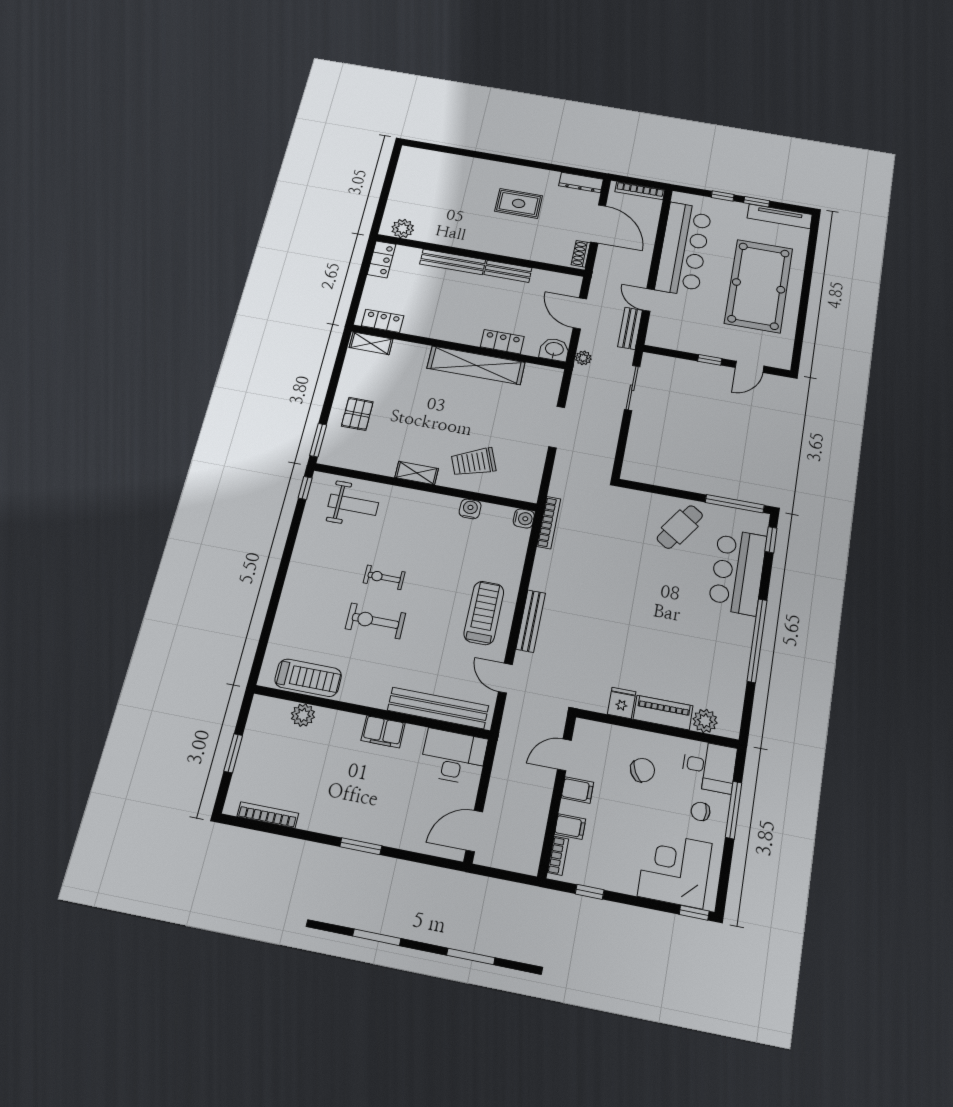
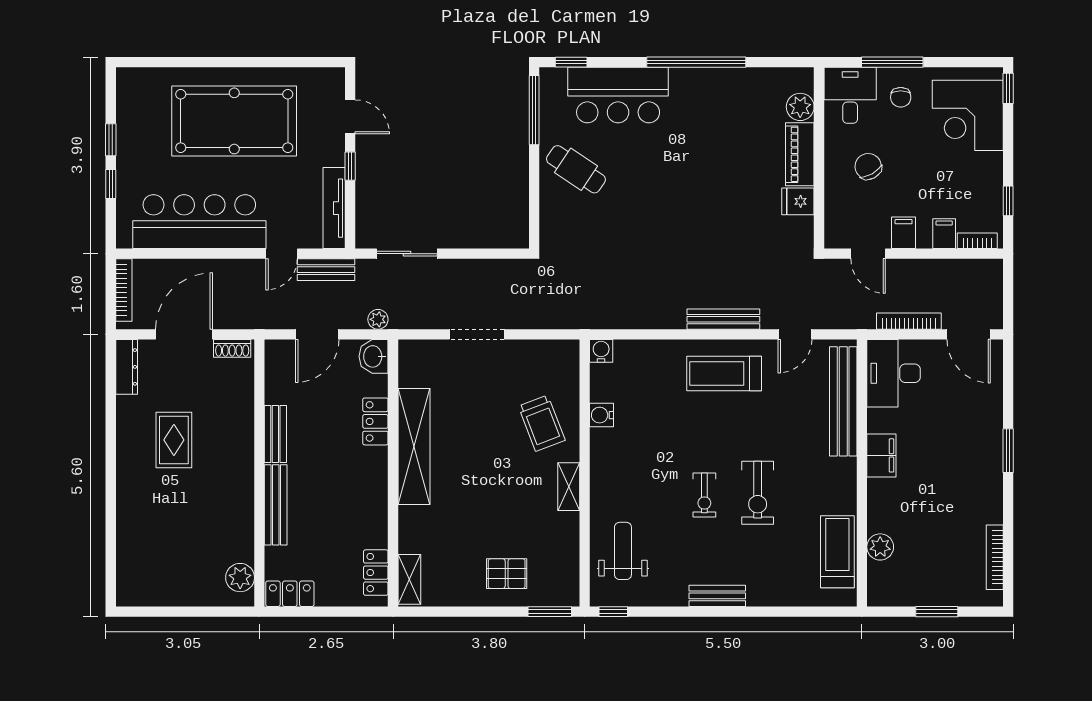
tv unit: (780, 216) -> (334, 208), moved, turned 180
bookcase: (549, 523) -> (909, 321), moved
bench: (296, 572) -> (717, 596), added

